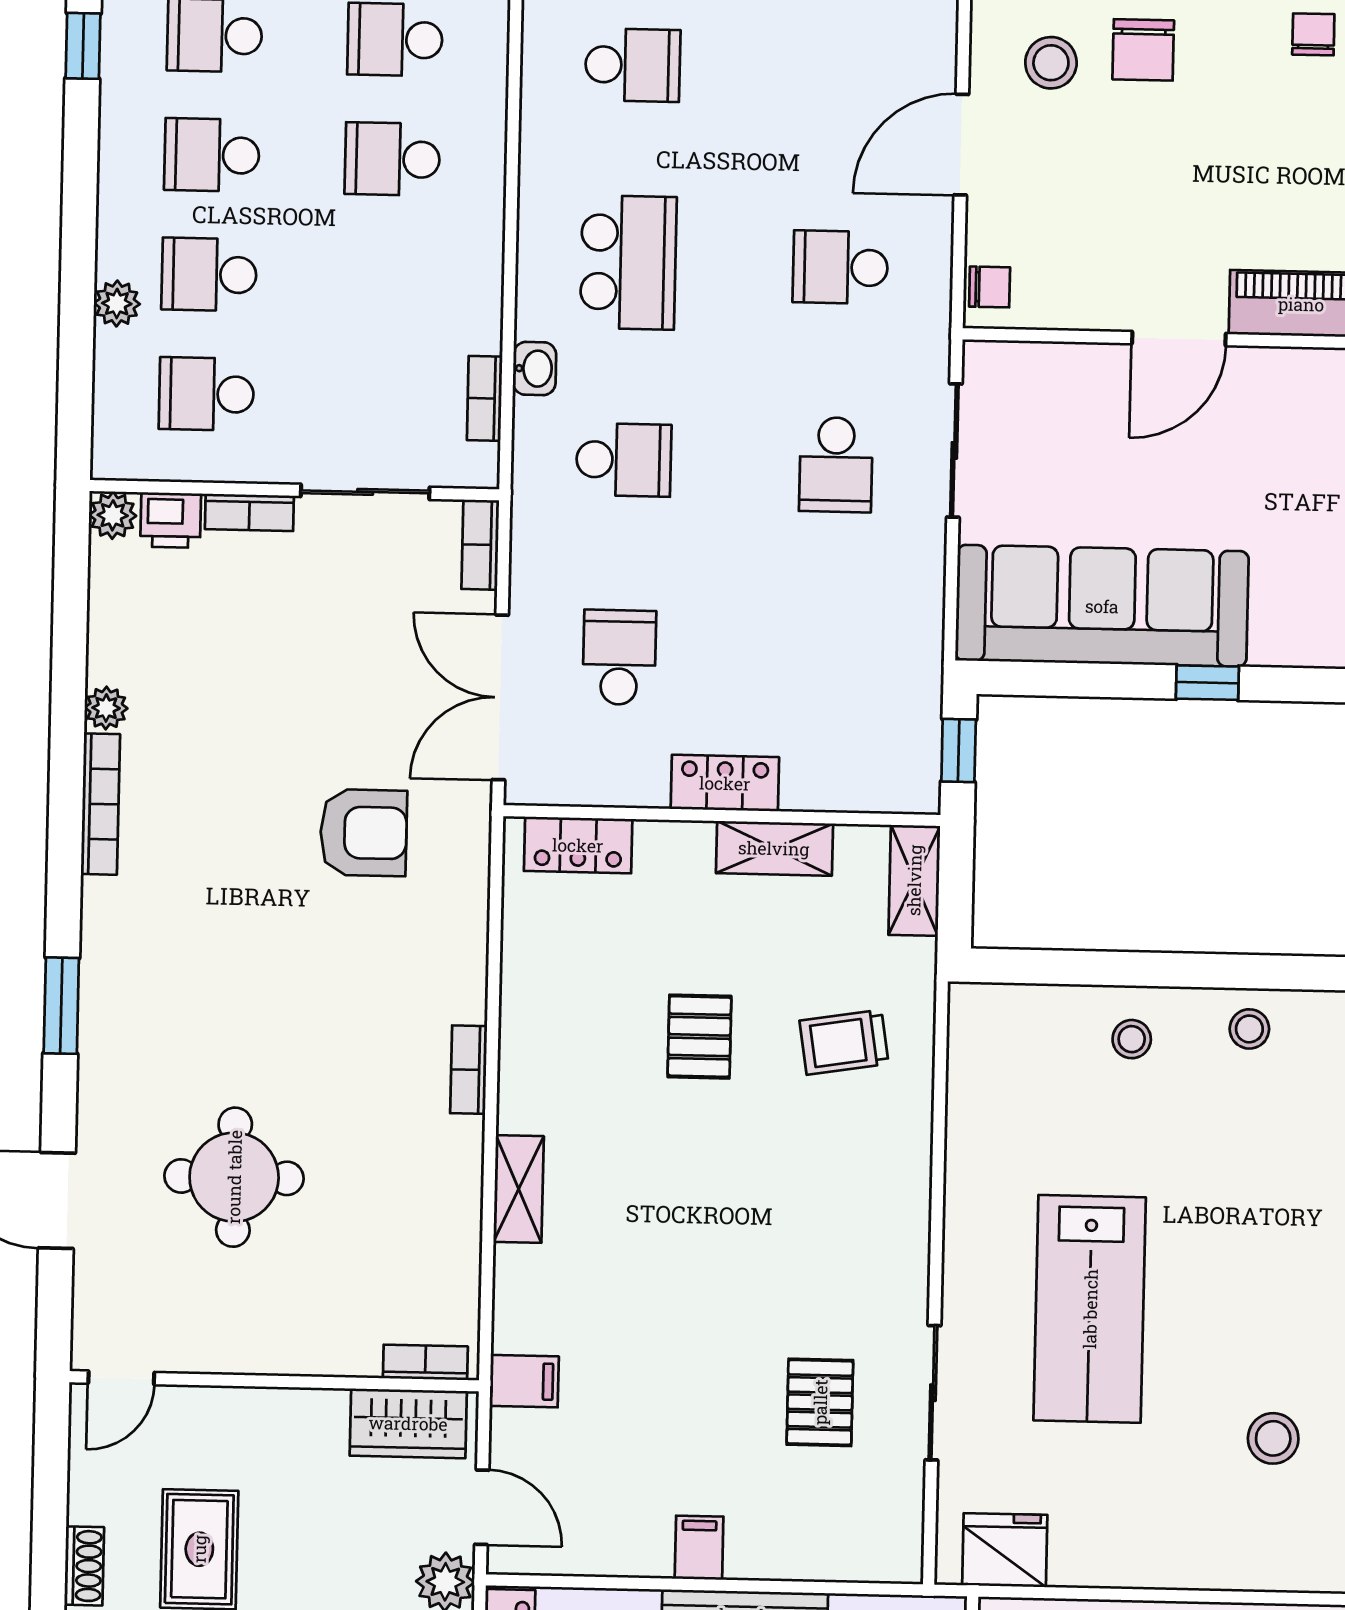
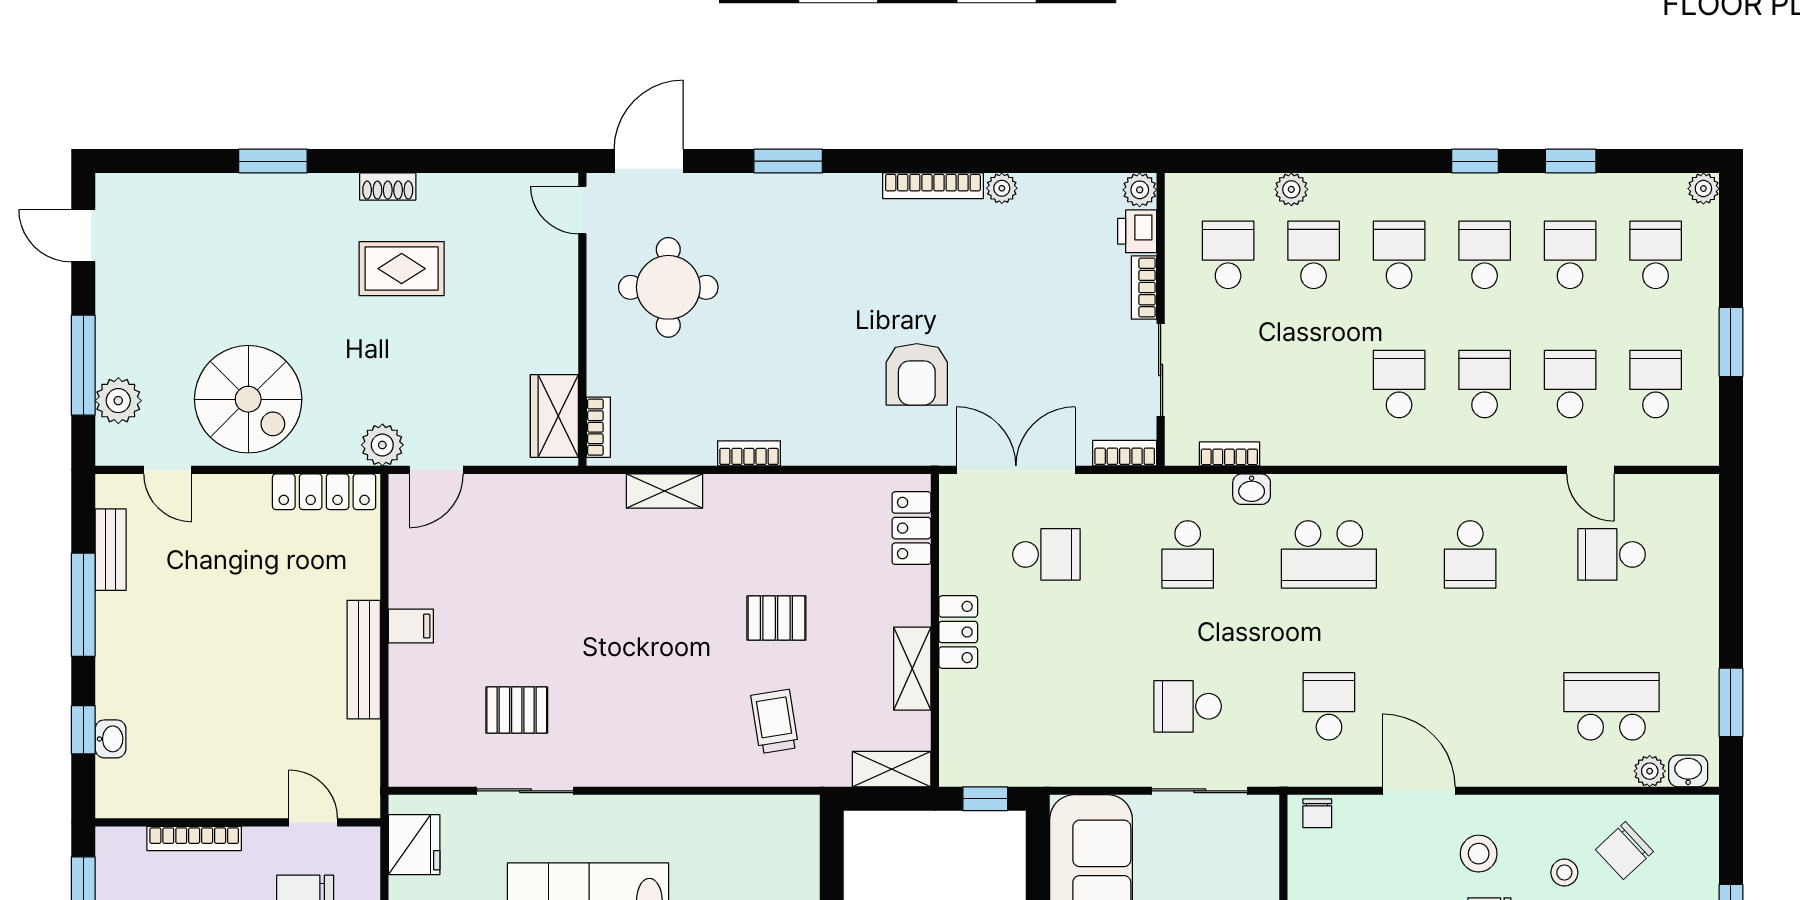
bookcase: (425, 1362) -> (598, 427), moved
door: (121, 1378) -> (582, 210), moved
wall: (274, 1381) -> (582, 319), moved
filing cabinet: (524, 1381) -> (527, 498), removed
wardrobe: (408, 1423) -> (554, 416), moved

